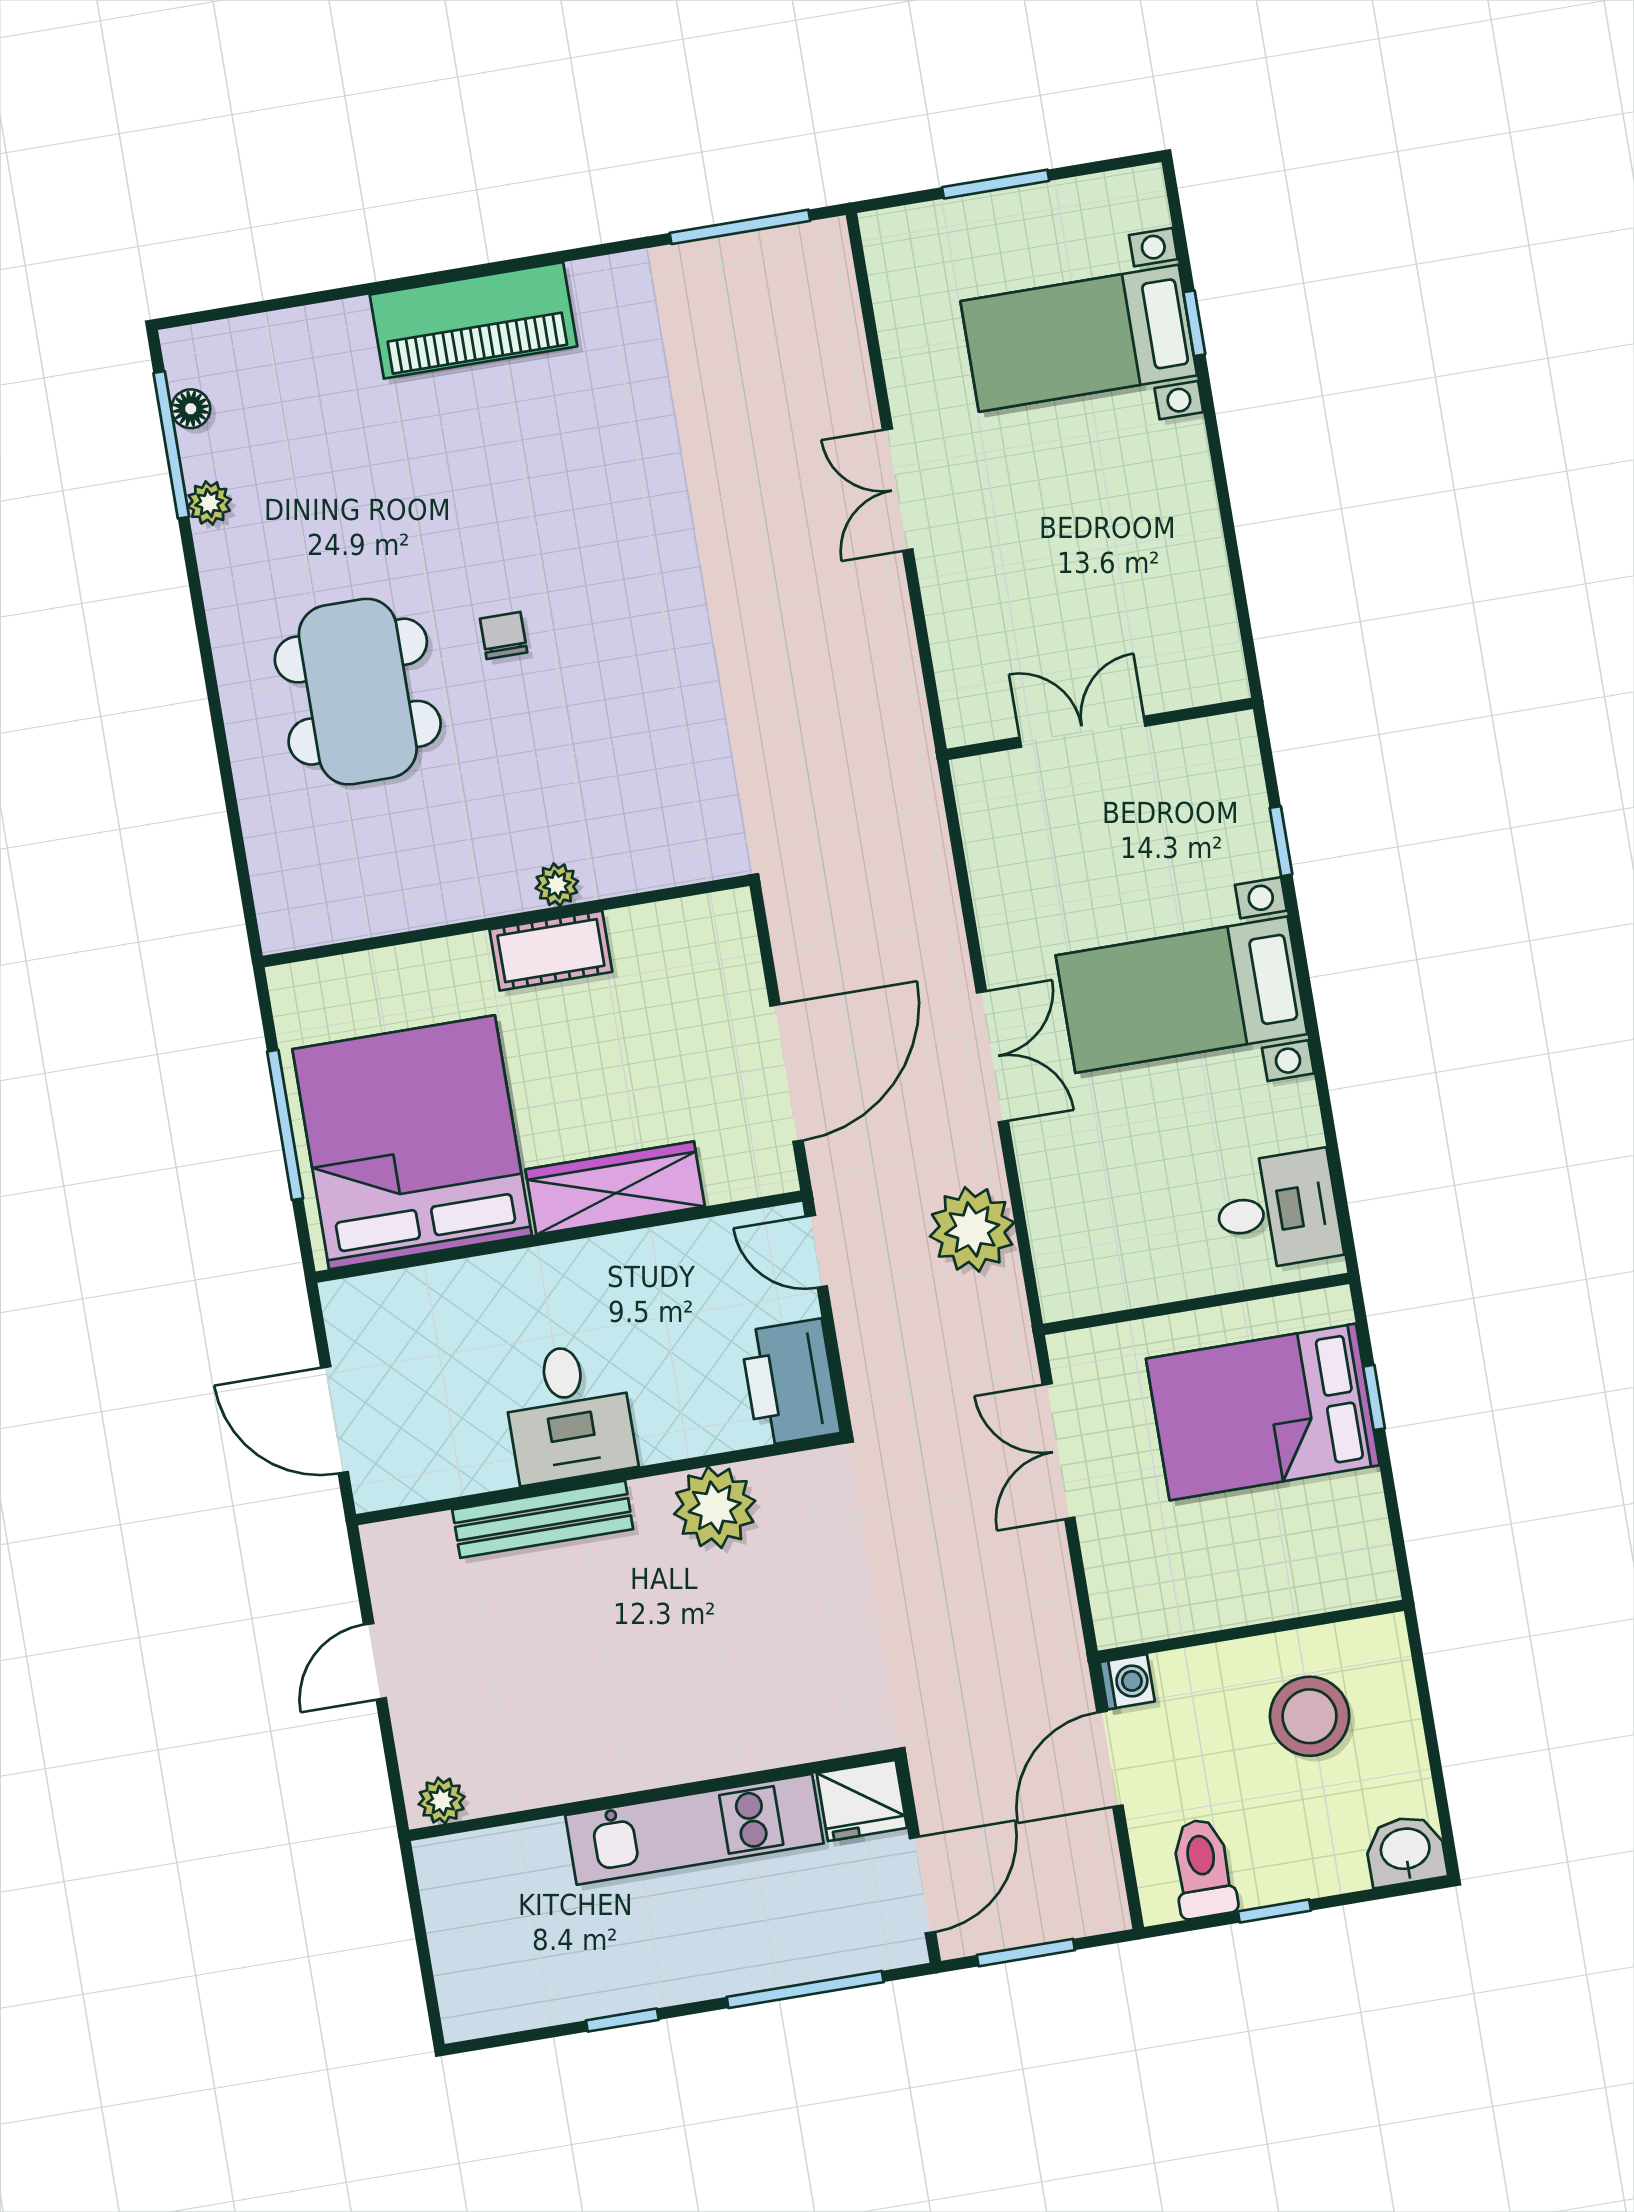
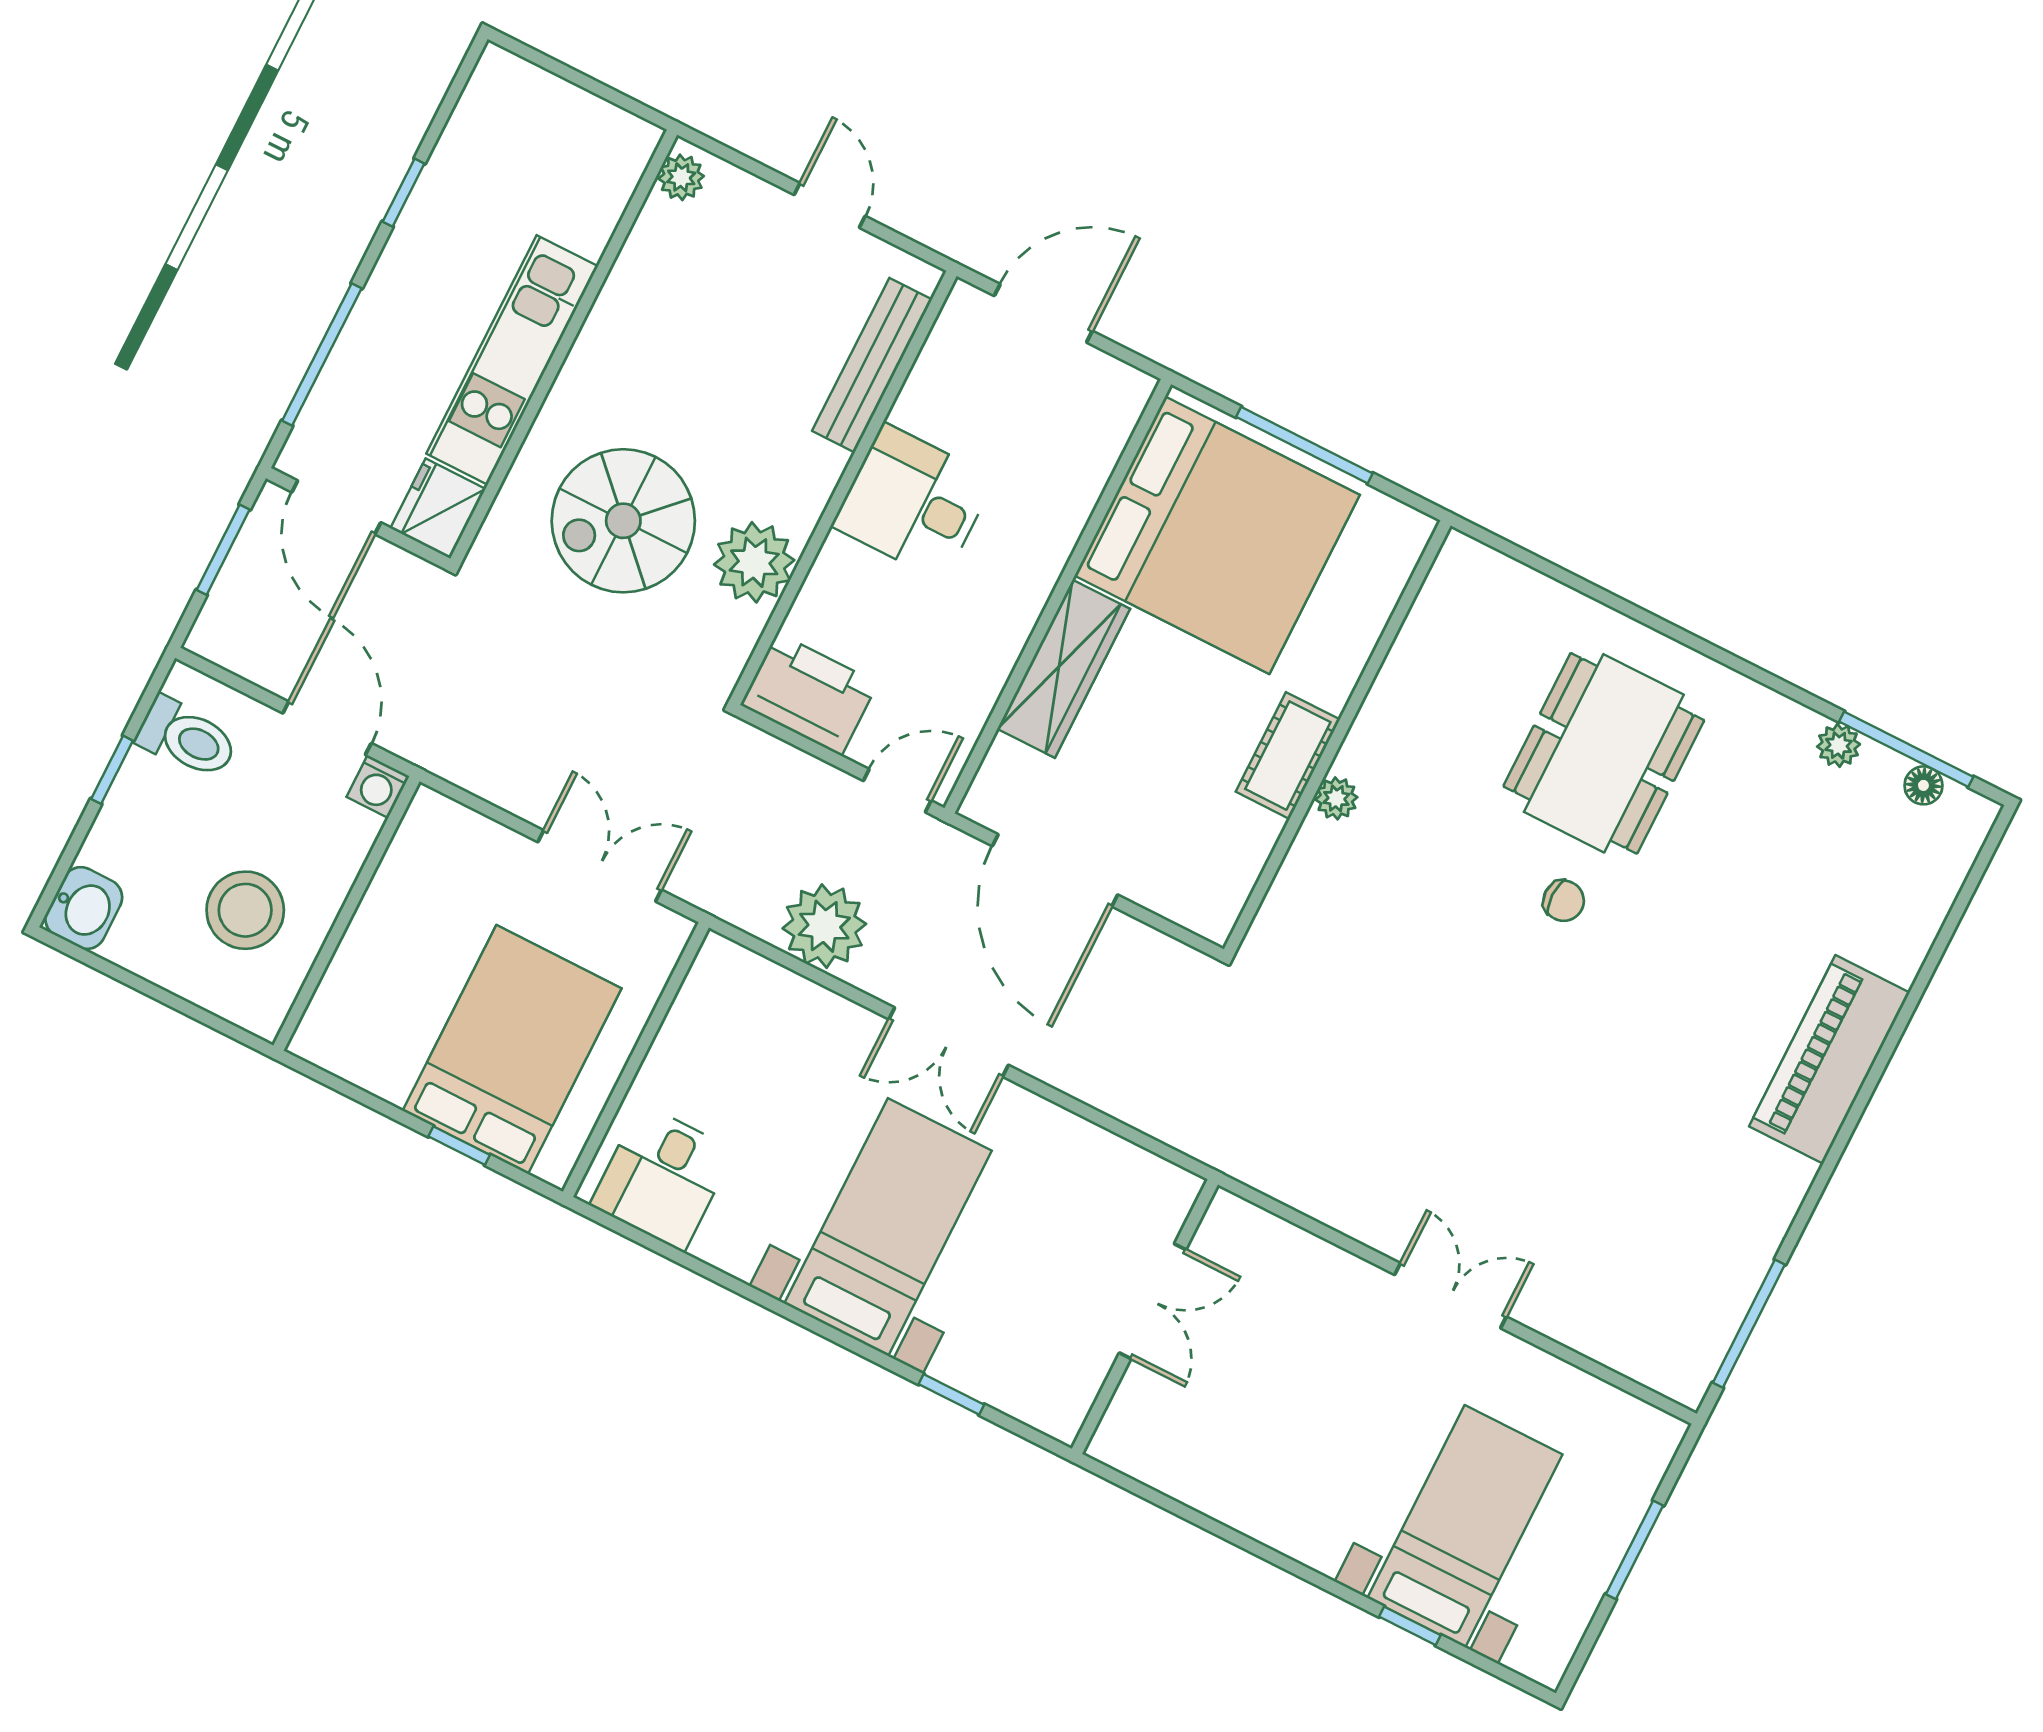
dining table: (358, 692) -> (1604, 753), turned 90
bench: (543, 1519) -> (872, 365), moved
spiral stairs: (760, 1640) -> (623, 521), added

